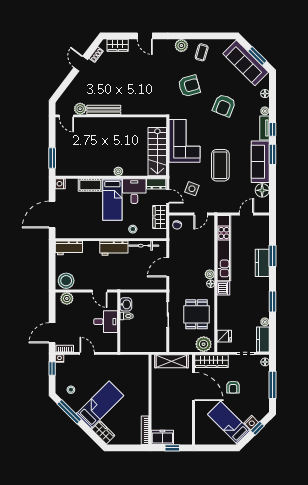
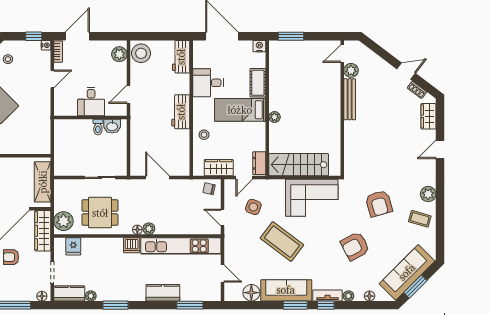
armchair: (224, 105) -> (355, 246), turned -50
coffee table: (220, 165) -> (282, 242), turned 37
desk: (134, 191) -> (208, 83), moved, turned 180
bicycle: (144, 246) -> (184, 148), removed
window: (272, 256) -> (190, 305), moved
door: (52, 333) -> (77, 36), hinge flipped

